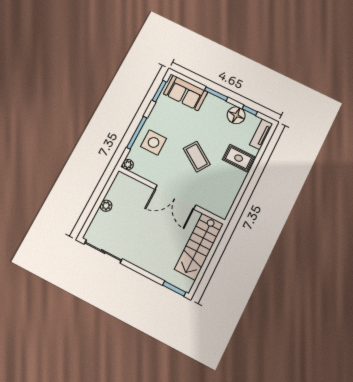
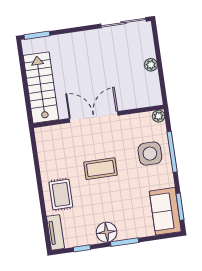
sofa: (186, 93) -> (165, 211), moved, turned -90
floor lamp: (236, 115) -> (107, 232), moved
coffee table: (197, 157) -> (100, 169), turned -34
rug: (239, 158) -> (61, 194), turned 90

